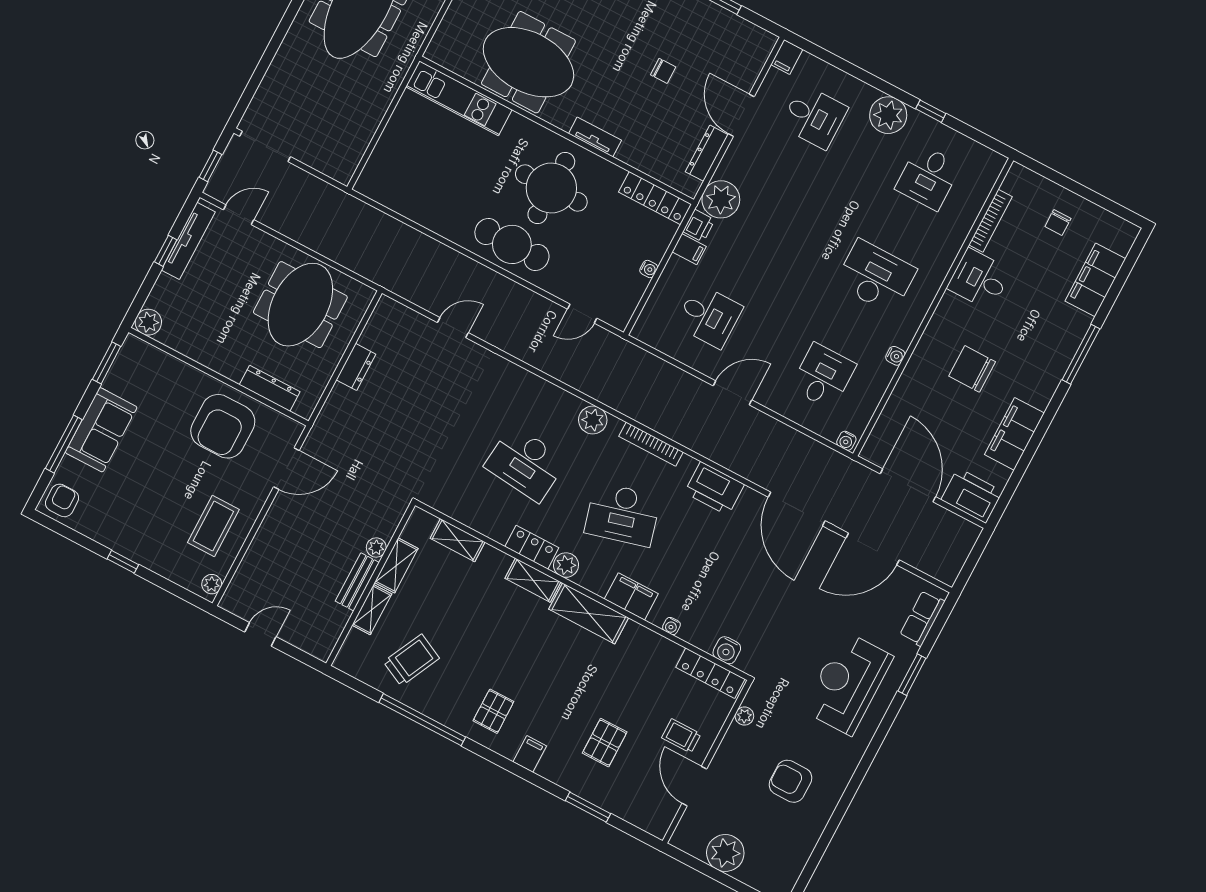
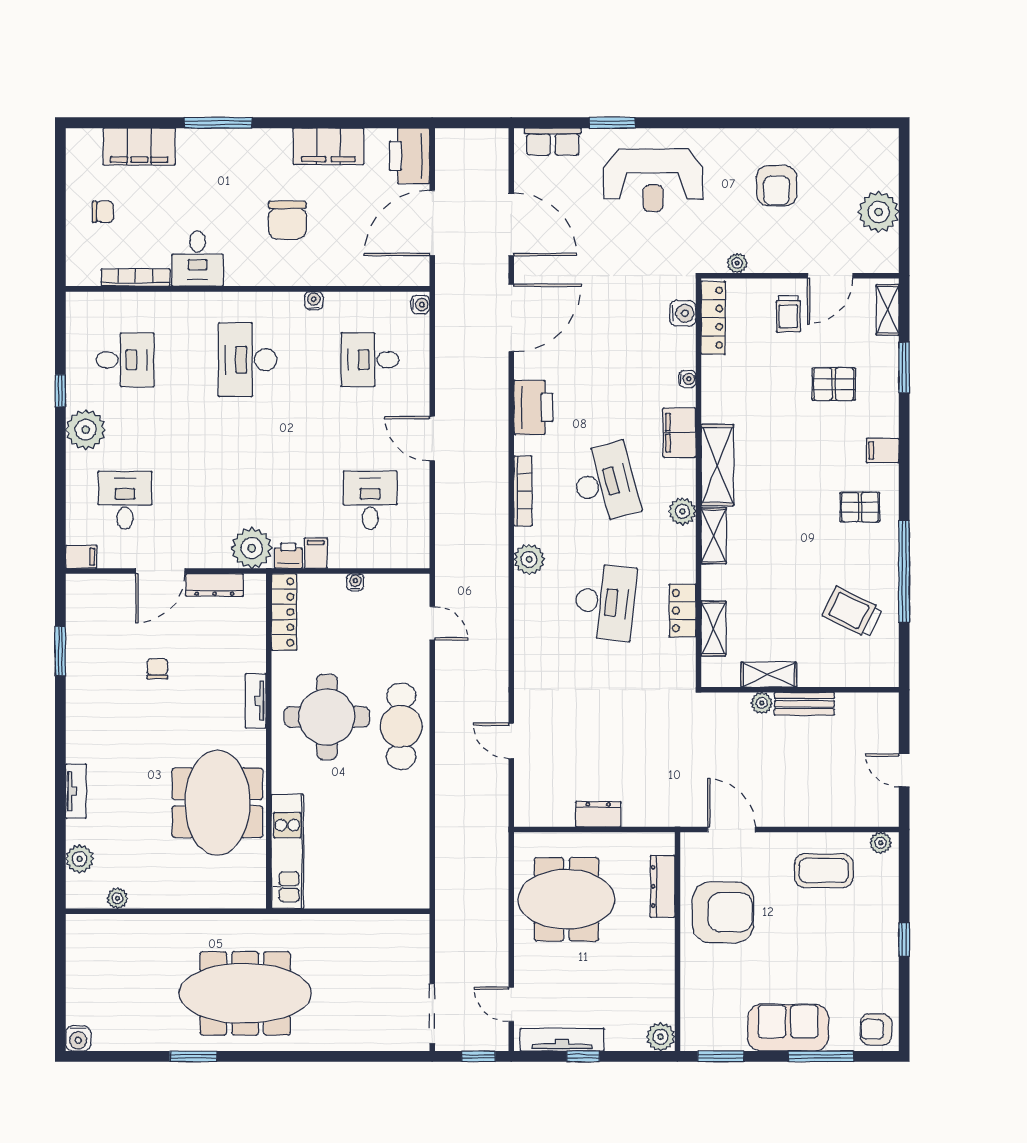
locker: (532, 547) -> (683, 611), moved
shelving: (372, 610) -> (888, 310), moved, turned 90

